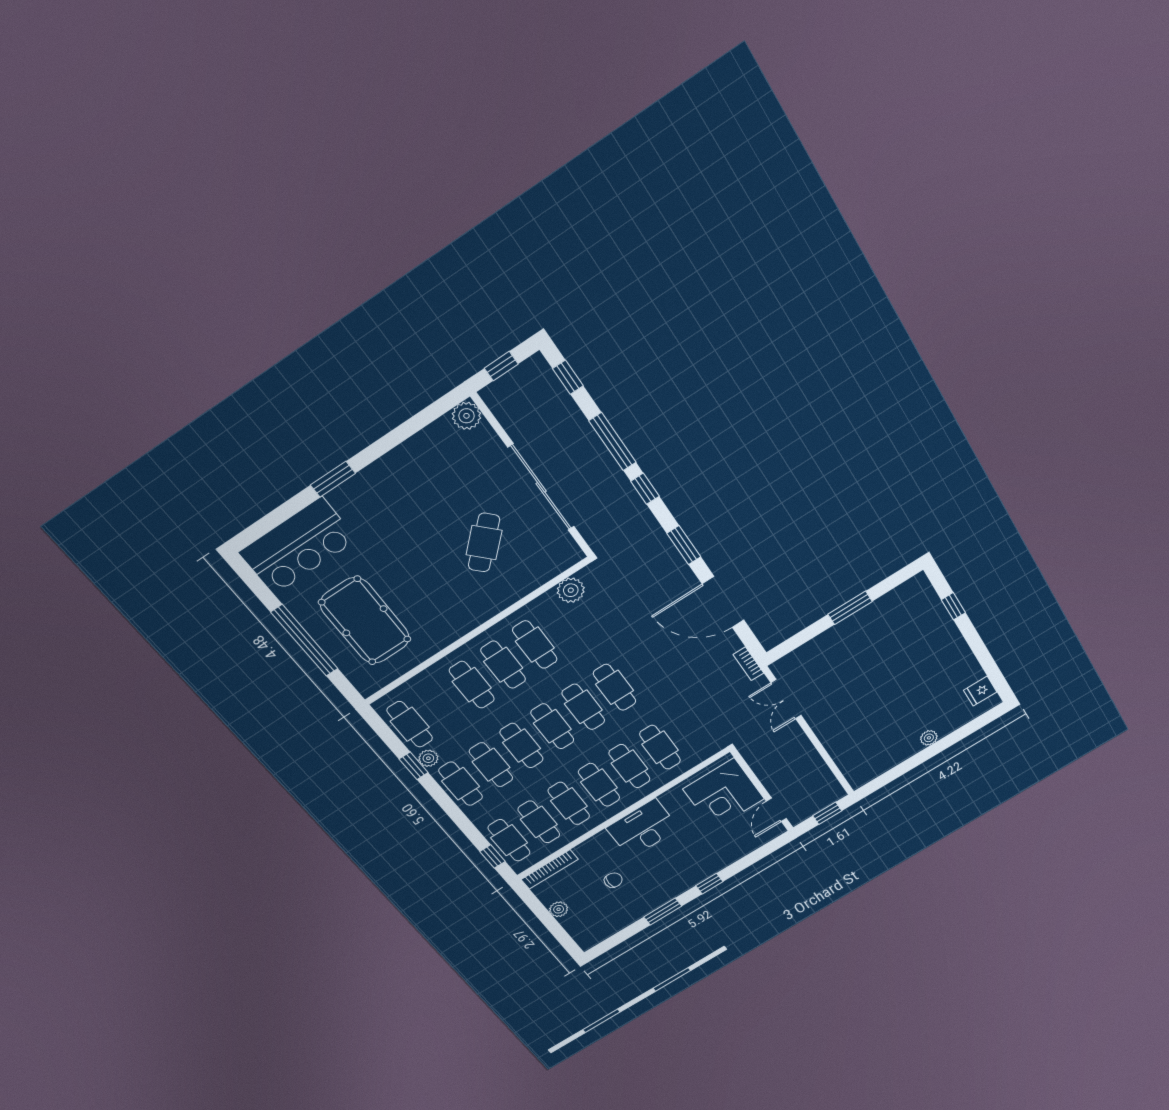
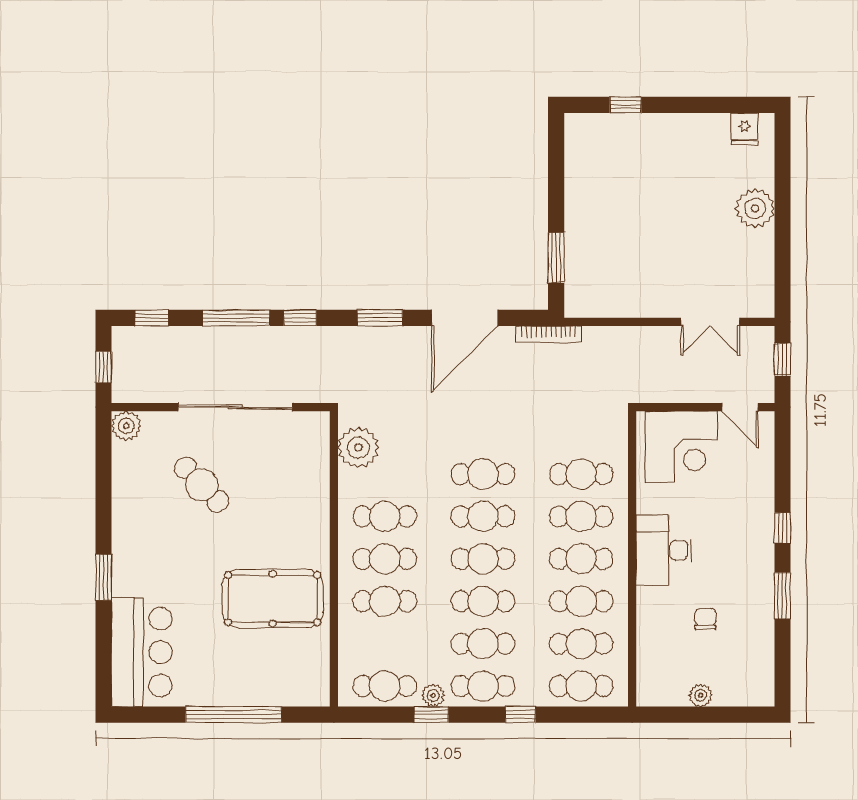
cafe table: (484, 543) -> (202, 485), moved
plant: (571, 590) -> (358, 448), width x1.36, depth x1.36
window: (850, 608) -> (556, 258), moved
pool table: (365, 621) -> (273, 599), moved
bookcase: (748, 664) -> (549, 334), width x1.56
double door: (786, 699) -> (710, 322), moved
plant: (929, 738) -> (755, 208), width x1.88, depth x1.88
window: (493, 856) -> (520, 715), moved
bookcase: (550, 869) -> (645, 671), removed

